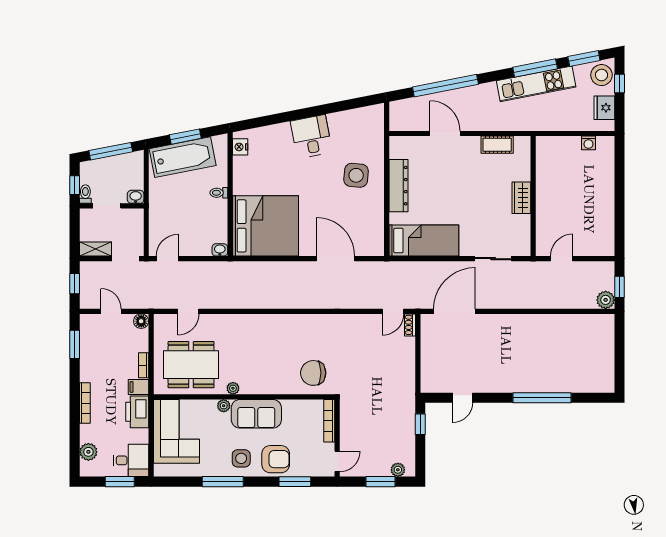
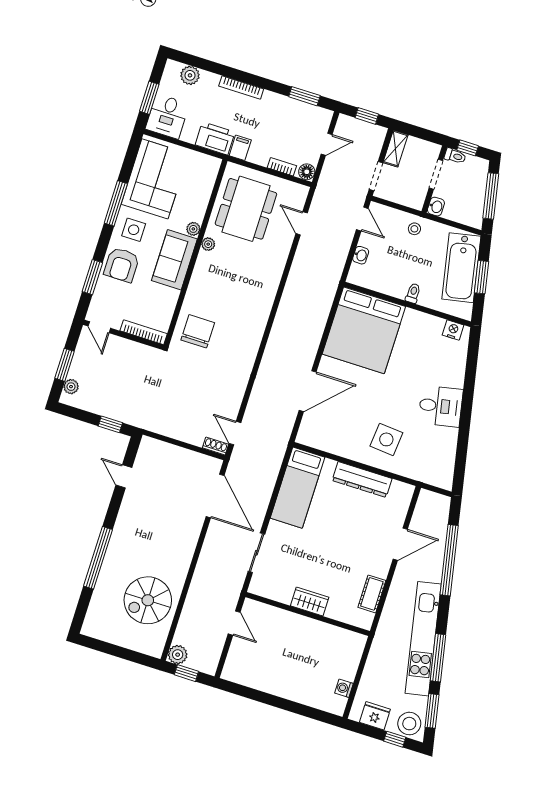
kitchen unit: (536, 84) -> (423, 639), width x1.36
stool: (161, 210) -> (414, 229), added
washbasin: (220, 250) -> (361, 255), moved
spiral stairs: (566, 342) -> (148, 600), added
bookcase: (144, 365) -> (282, 167), moved
corner sofa: (177, 431) -> (155, 179), moved, turned -90

